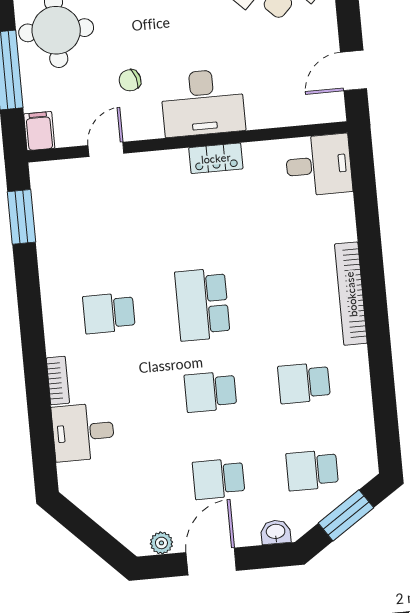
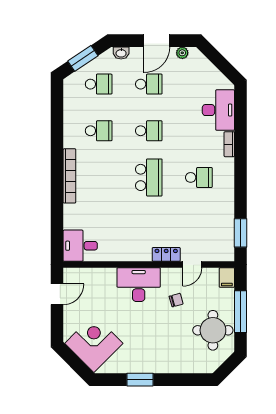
locker: (216, 158) -> (166, 254), moved
desk: (83, 432) -> (218, 110), width x1.37

